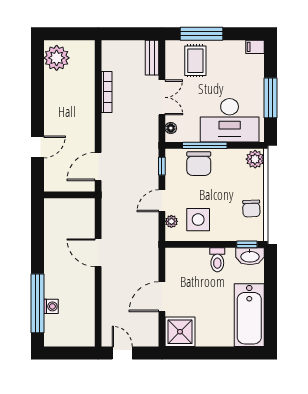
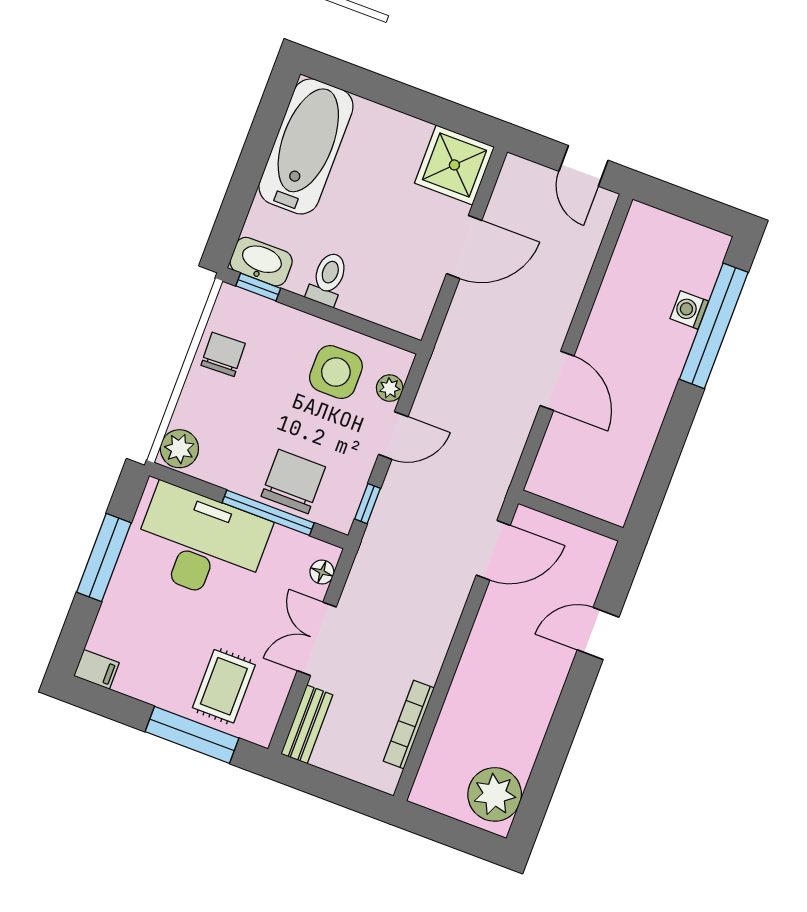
bookcase: (107, 92) -> (409, 724), moved

